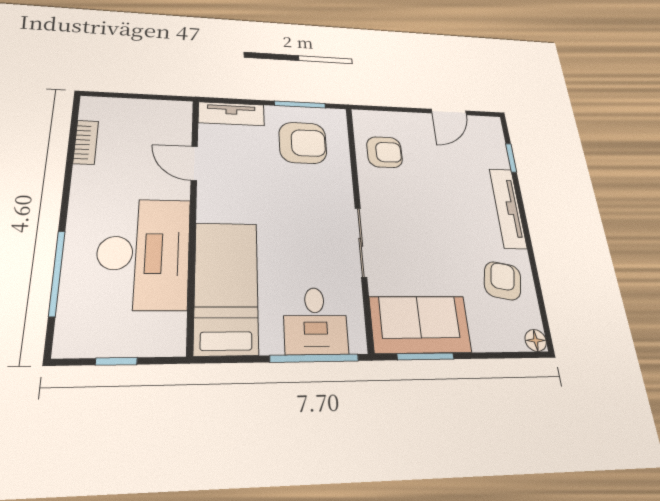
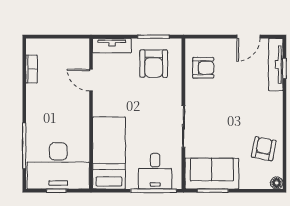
armchair: (303, 143) -> (154, 64), turned 90
tv unit: (508, 208) -> (276, 65), moved
desk: (143, 253) -> (58, 166), moved, turned 90

